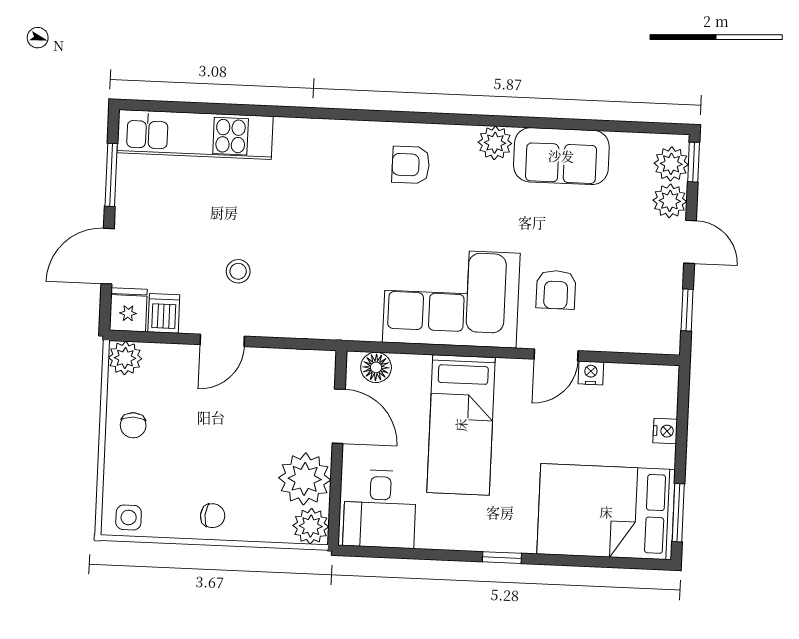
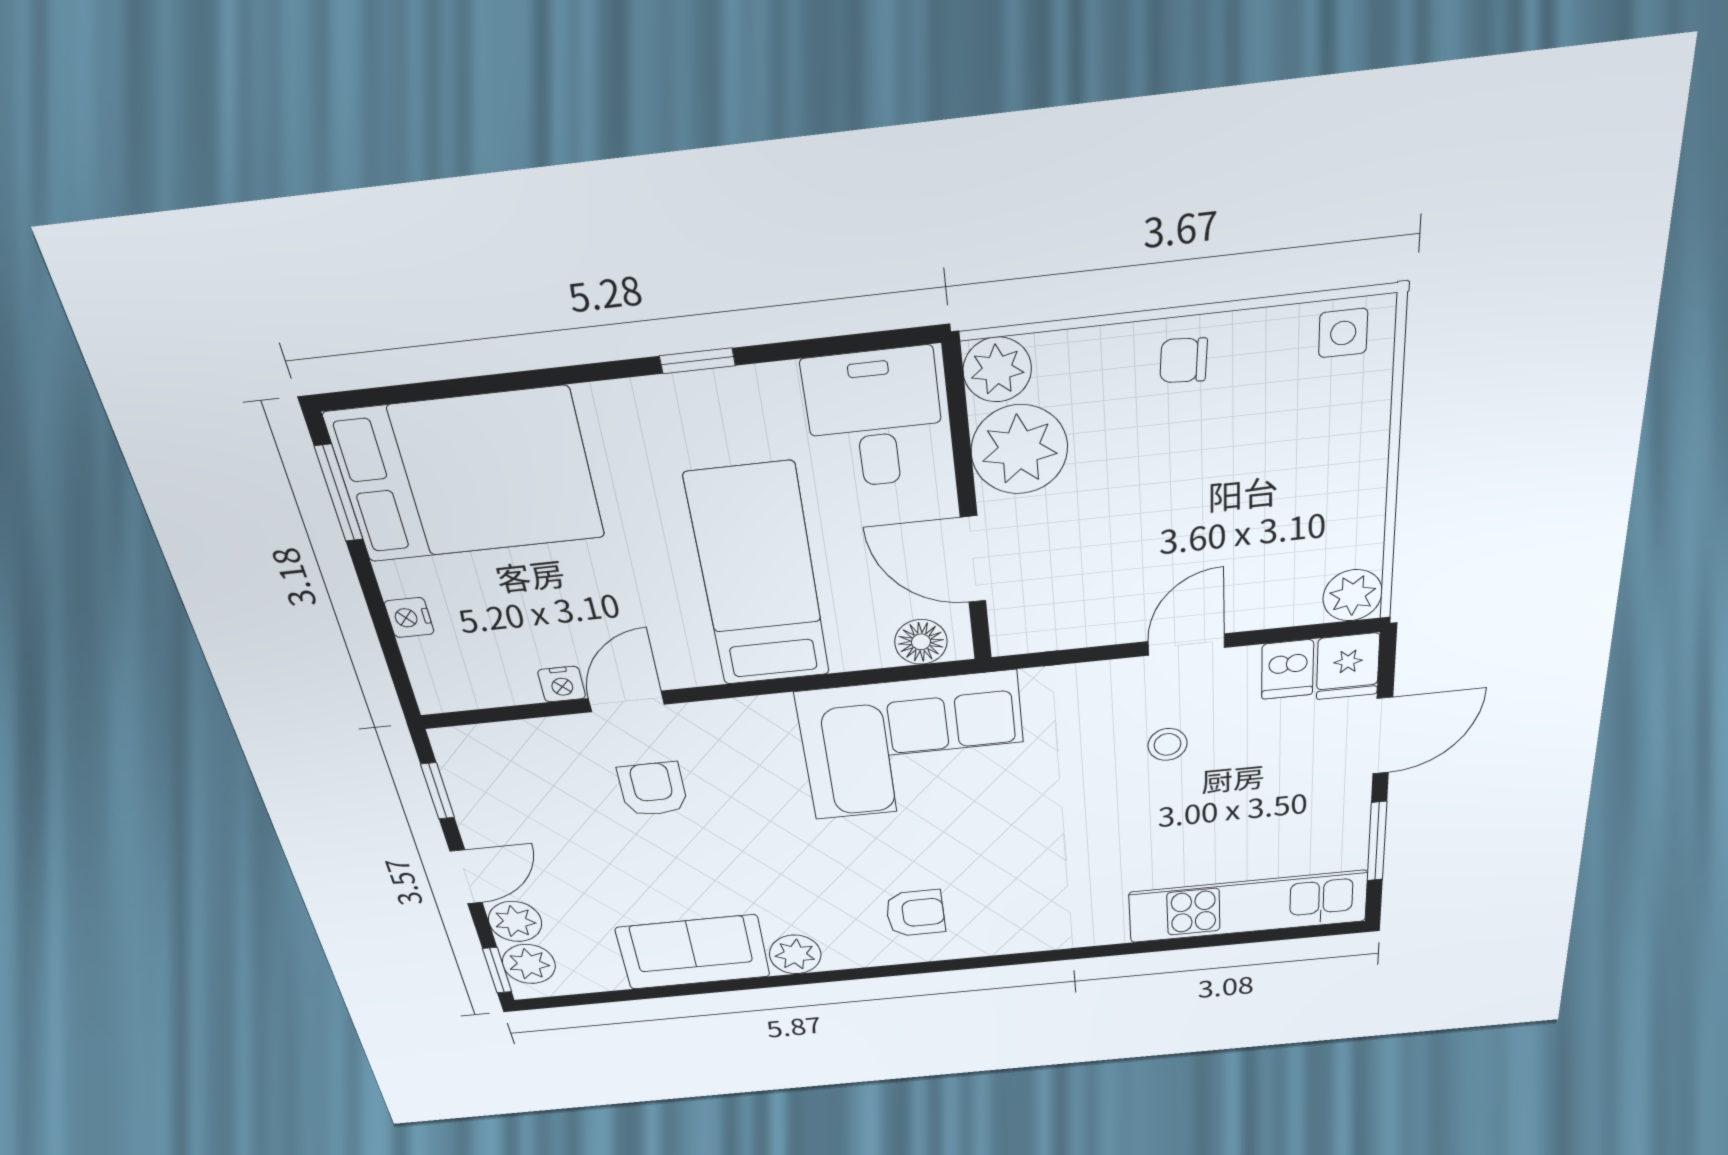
door: (690, 242) -> (466, 877), swing flipped
corner sofa: (451, 298) -> (914, 746), moved
chair: (133, 425) -> (1337, 492), removed
window: (502, 558) -> (697, 361), moved

